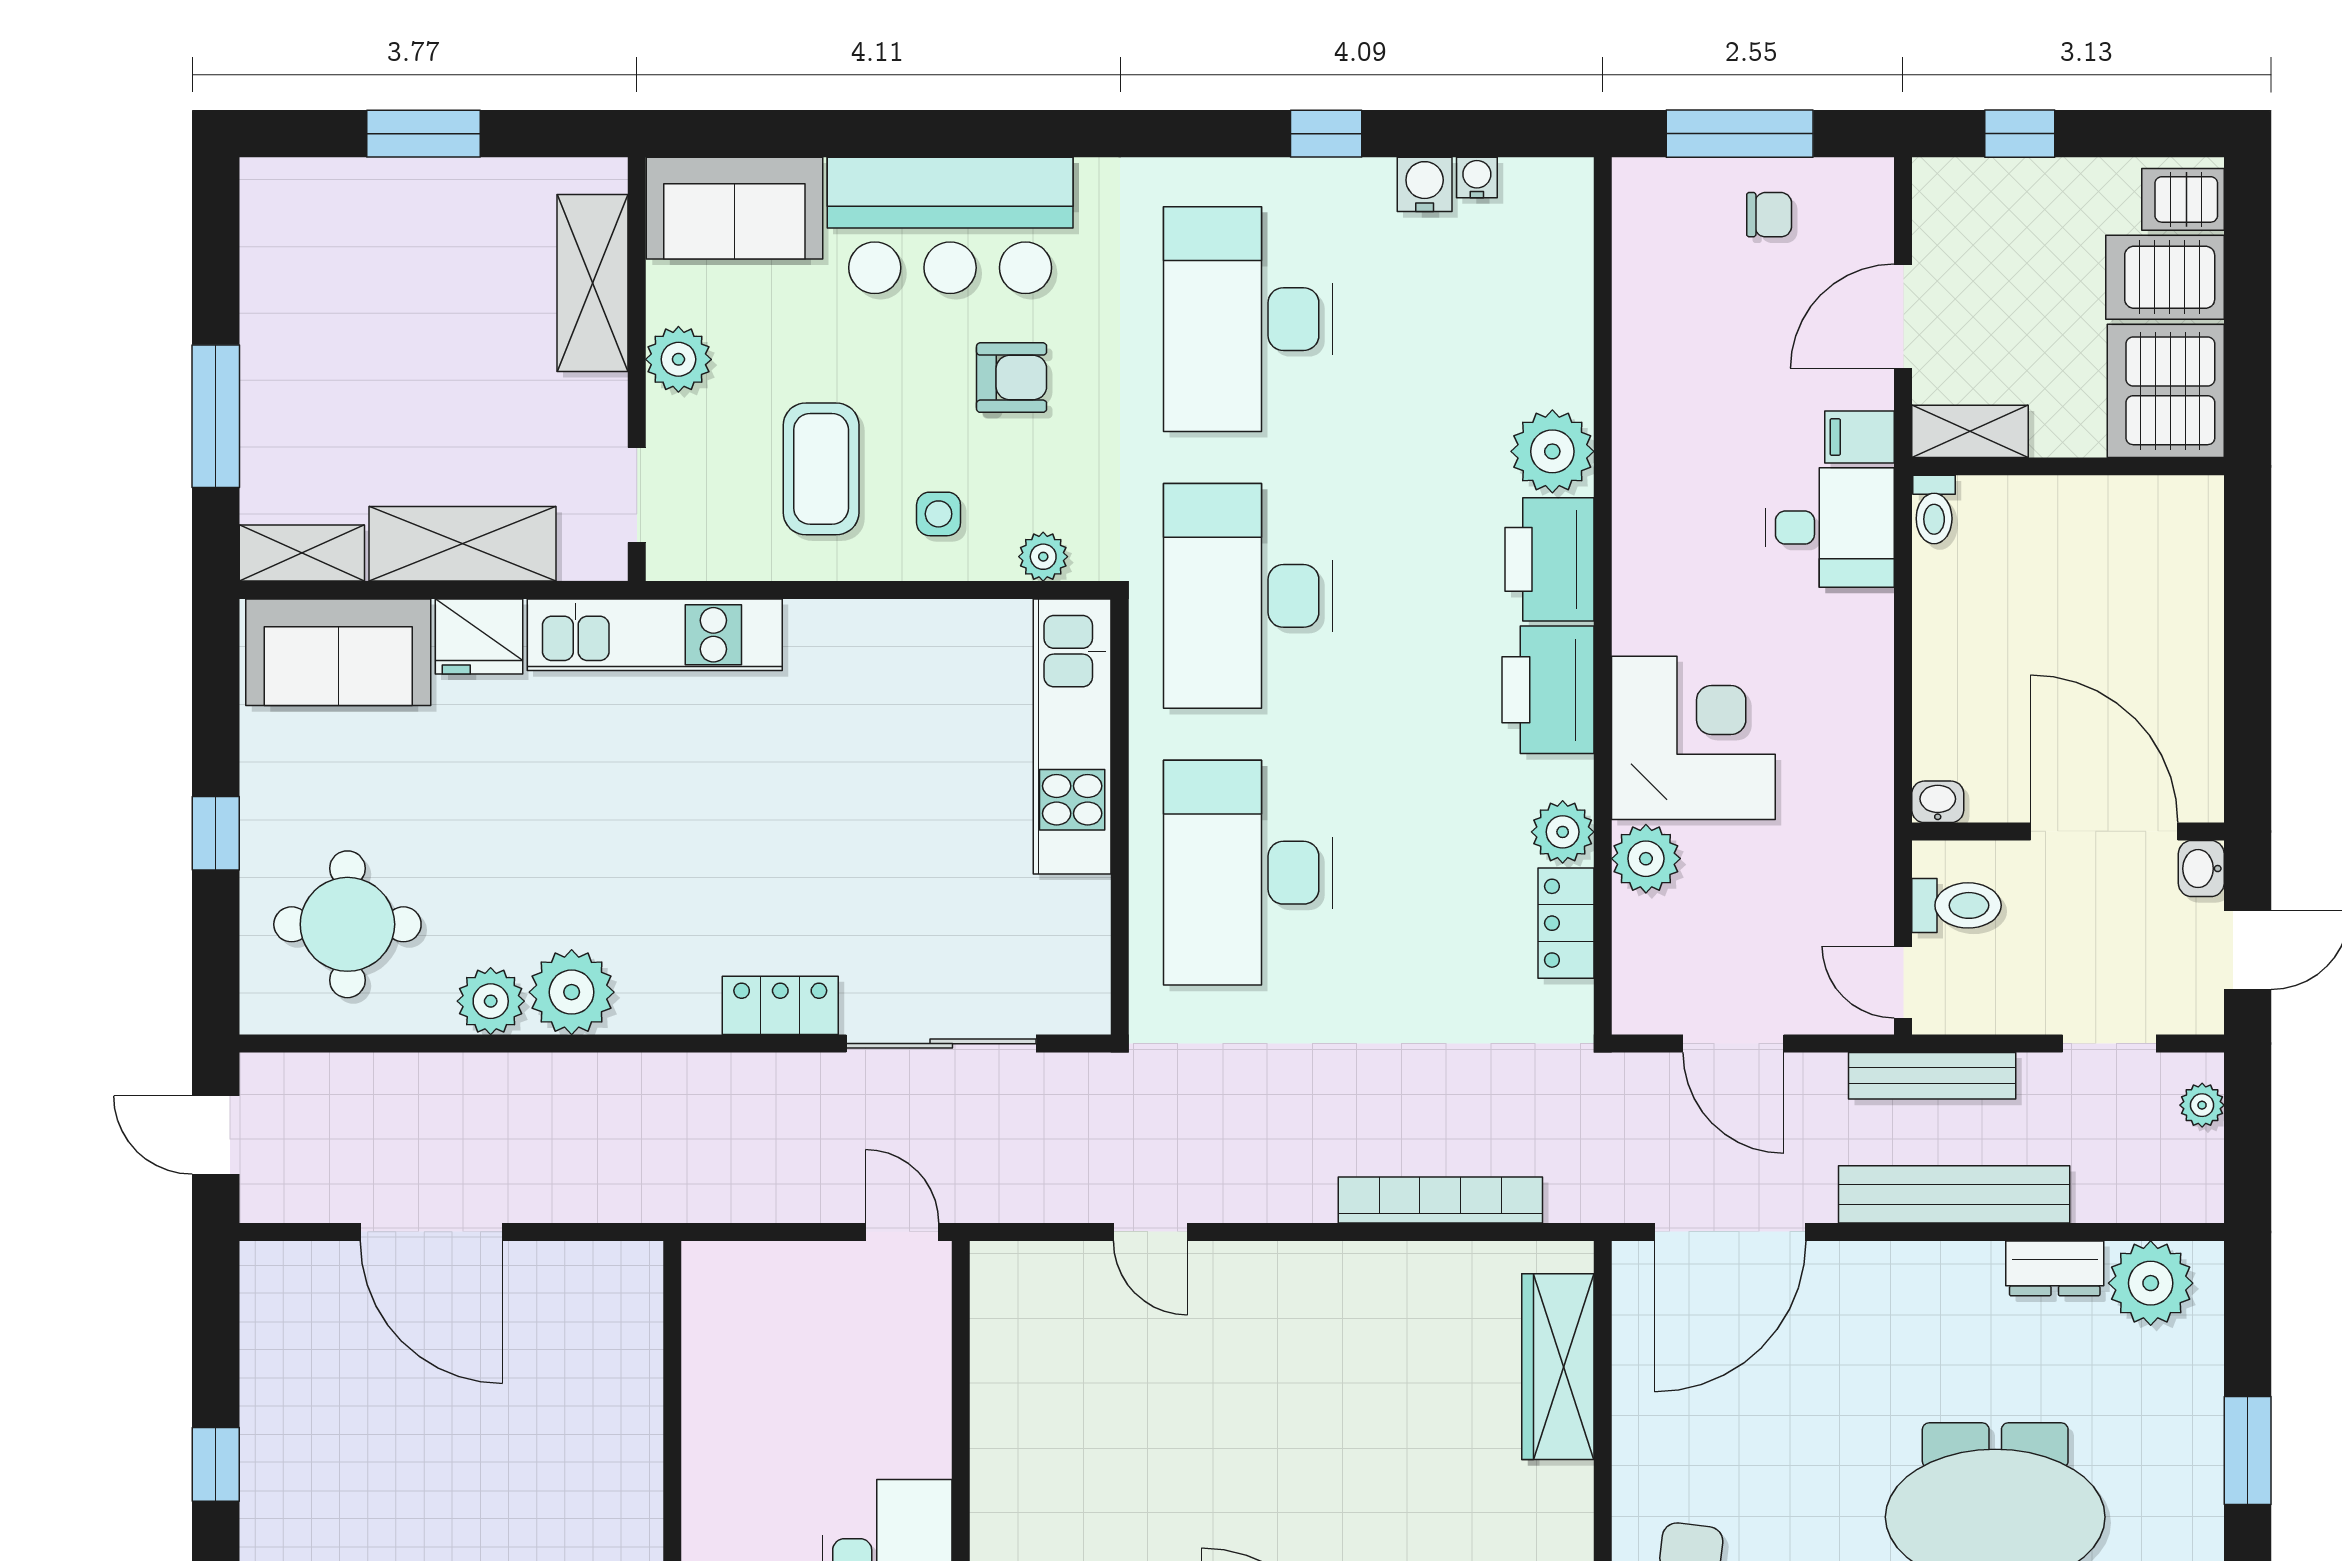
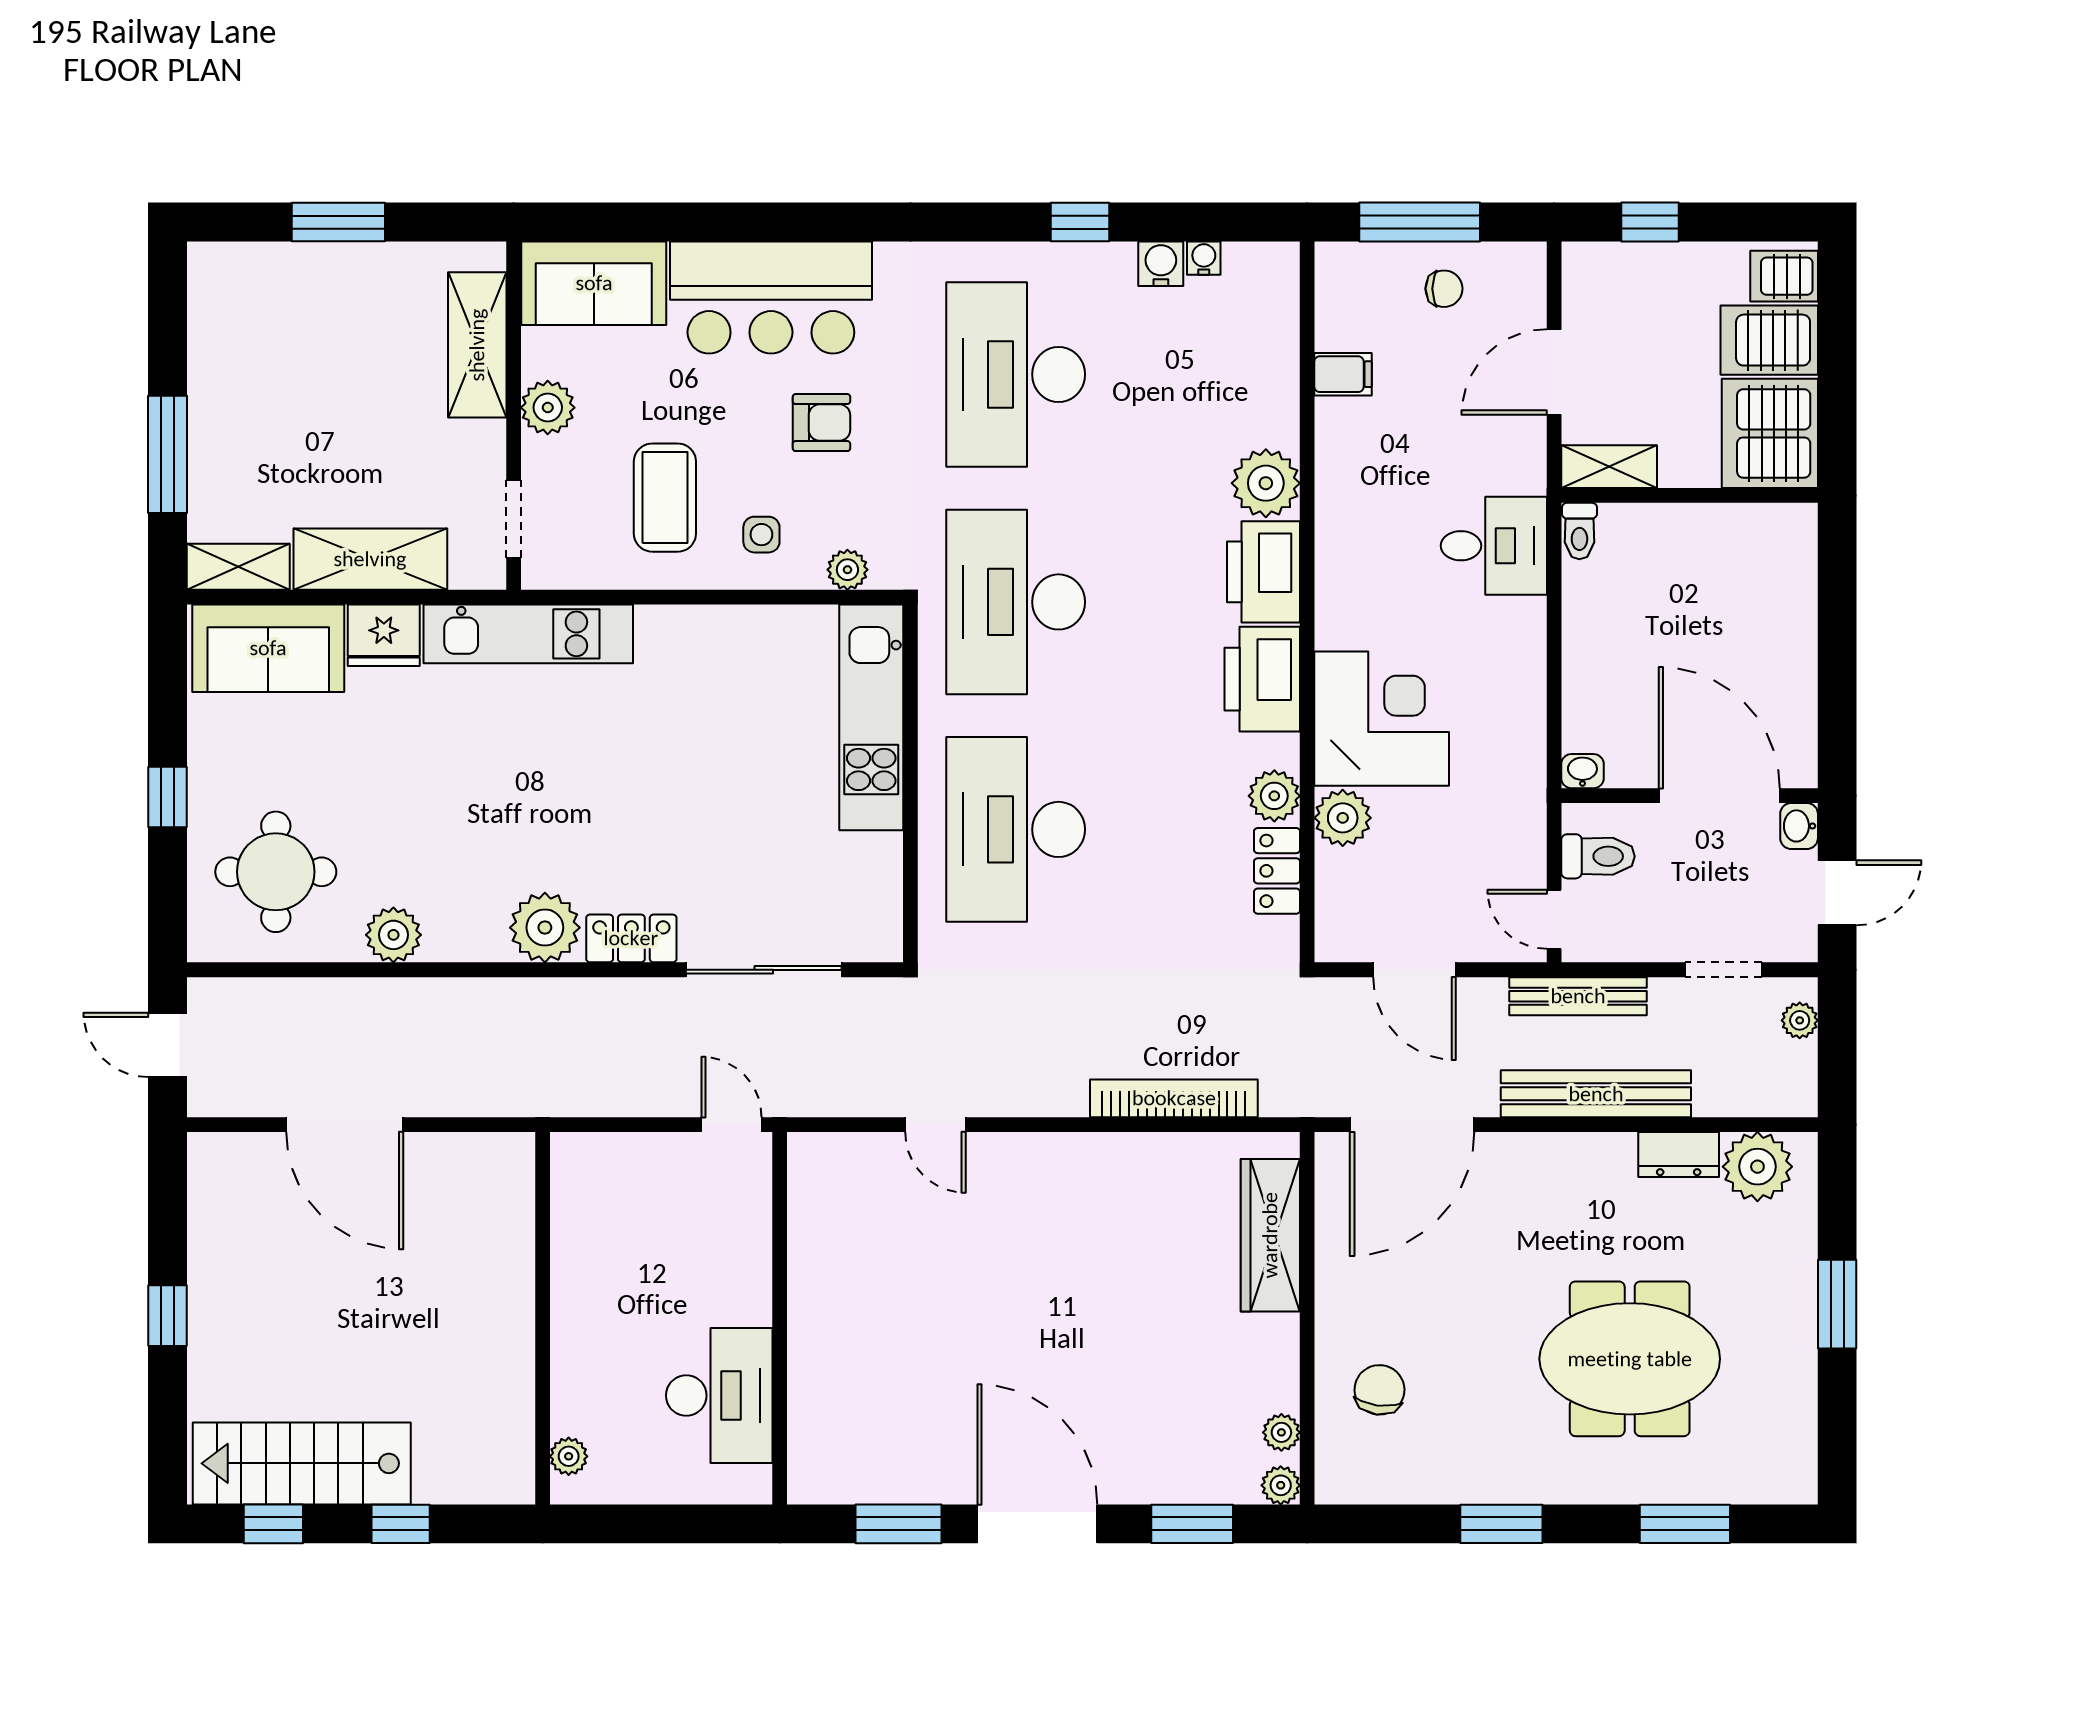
filing cabinet: (1860, 437) -> (1343, 374), moved, turned 180
plant: (572, 992) -> (545, 928), moved

